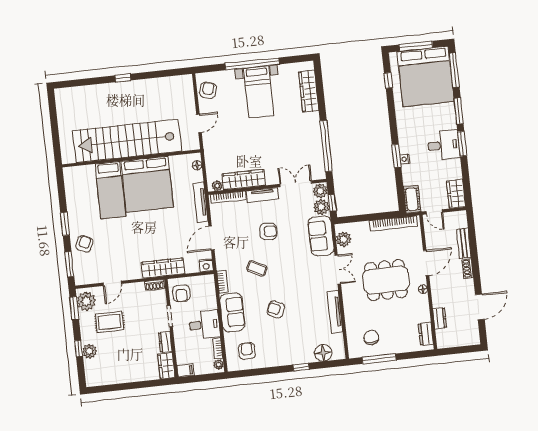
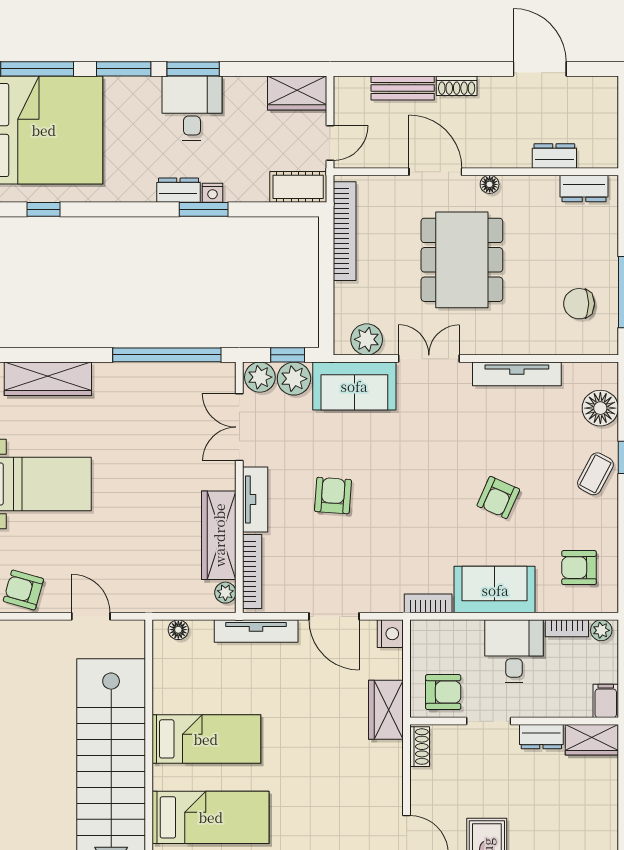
dresser: (404, 143) -> (178, 190), added
bed: (147, 184) -> (206, 739), width x0.49
wardrobe: (163, 268) -> (386, 710), width x0.67
coffee table: (257, 268) -> (595, 474), moved

